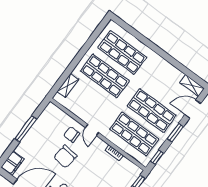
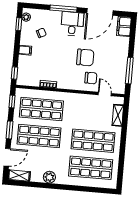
plant: (165, 67) -> (49, 177), added
window: (26, 129) -> (129, 71), moved
door: (92, 130) -> (105, 94), moved
chair: (65, 156) -> (85, 57), turned 84

